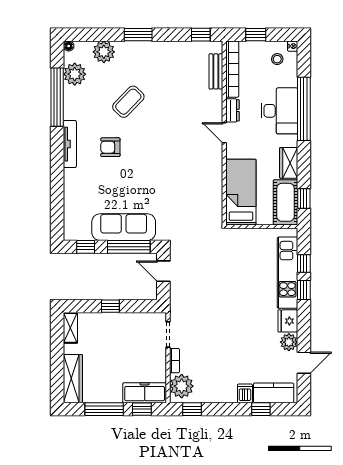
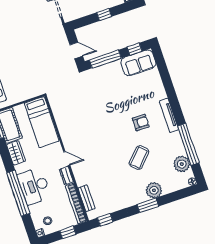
plant: (104, 52) -> (154, 190), moved
sofa: (124, 227) -> (138, 63), moved, width x0.73

